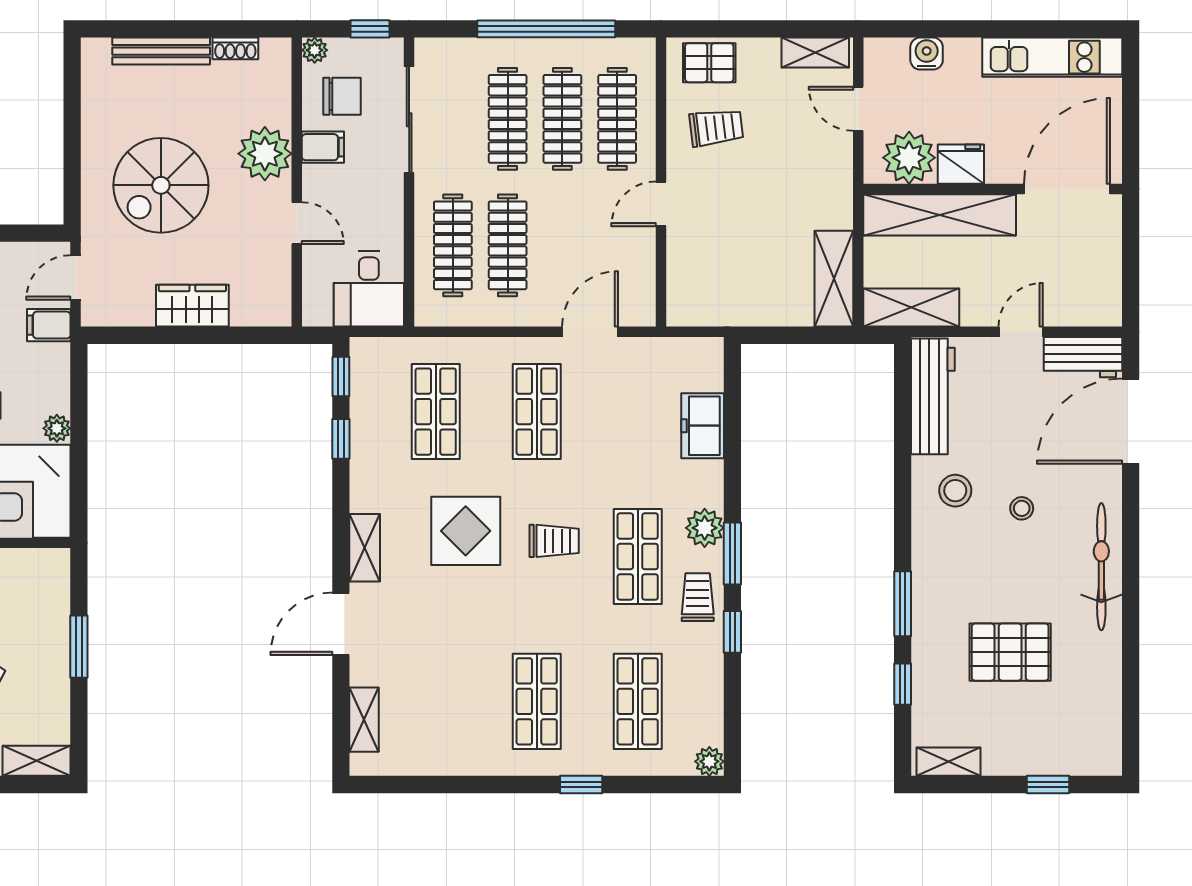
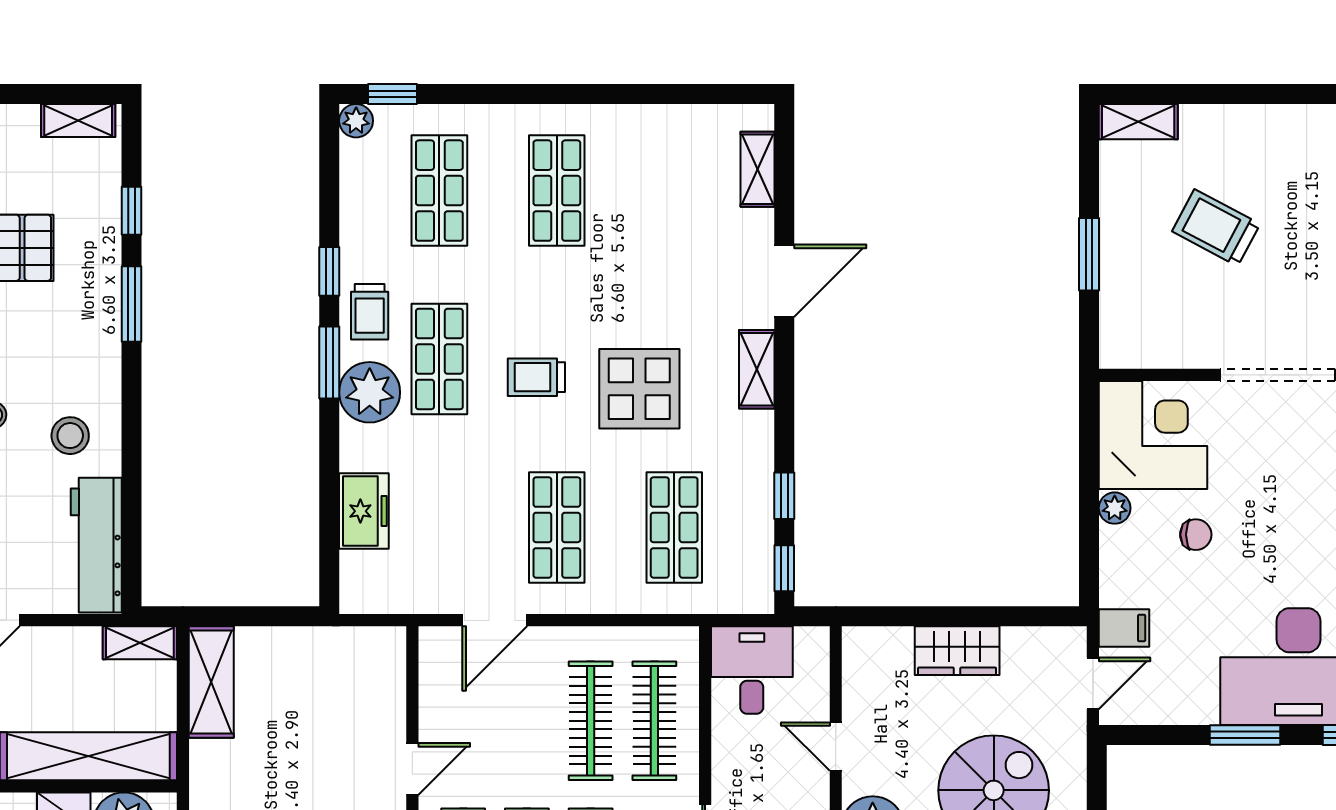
shelving: (911, 308) -> (140, 643), width x0.67, depth x0.75
plant: (705, 528) -> (370, 392), width x1.36, depth x1.36
window: (581, 785) -> (392, 94), moved

